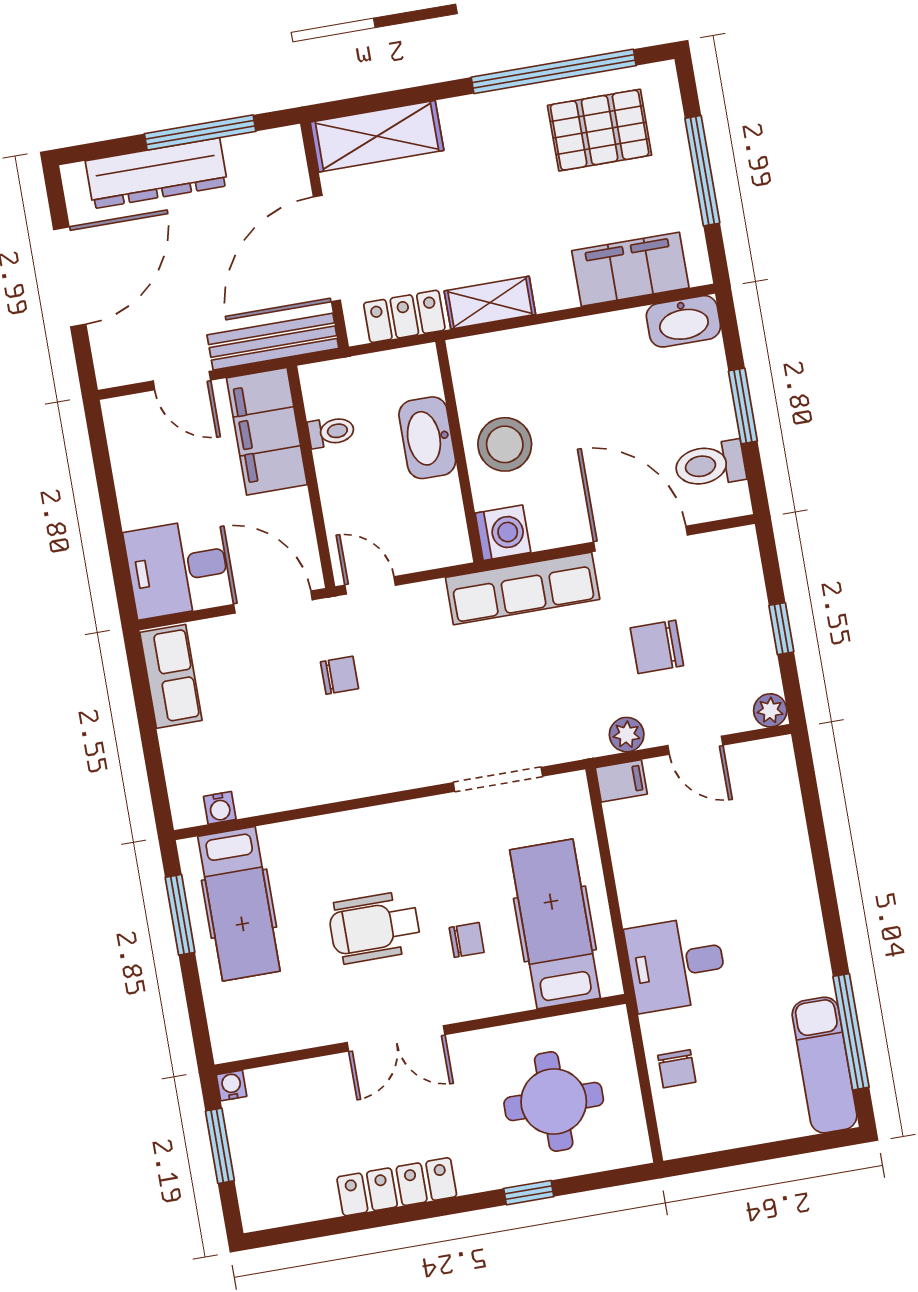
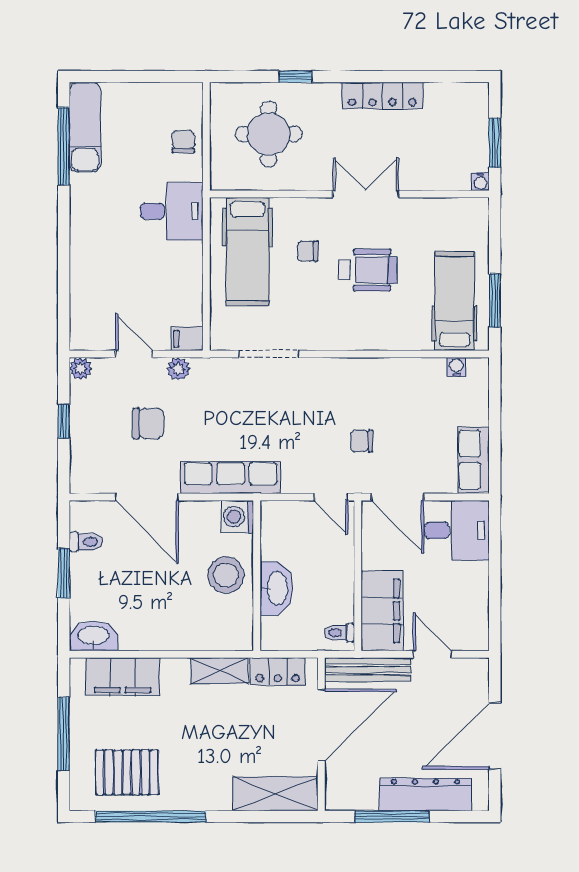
toilet: (331, 432) -> (339, 633), moved
toilet: (710, 465) -> (86, 542), width x0.73, depth x0.72

